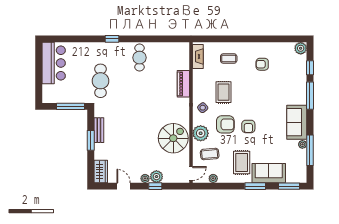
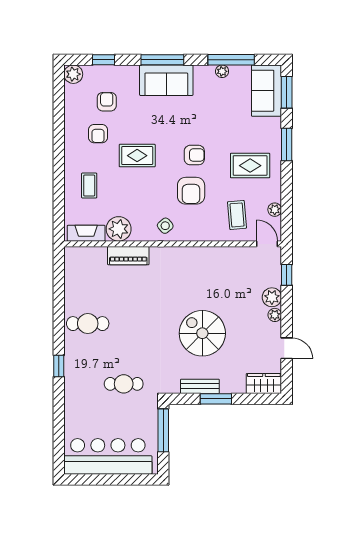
bar counter: (54, 63) -> (108, 456), width x1.36
armchair: (283, 70) -> (107, 102), added
cafe table: (101, 81) -> (124, 384), width x0.73, depth x0.74
rug: (224, 92) -> (137, 156), moved
window: (310, 96) -> (162, 60), moved
sofa: (297, 122) -> (166, 80), moved
armchair: (225, 124) -> (191, 191), turned 180
plant: (201, 133) -> (119, 229), moved
spiral stairs: (173, 138) -> (202, 333), moved
sofa: (269, 173) -> (267, 91), moved
door: (124, 186) -> (287, 348), swing flipped
window: (155, 186) -> (287, 275), moved

